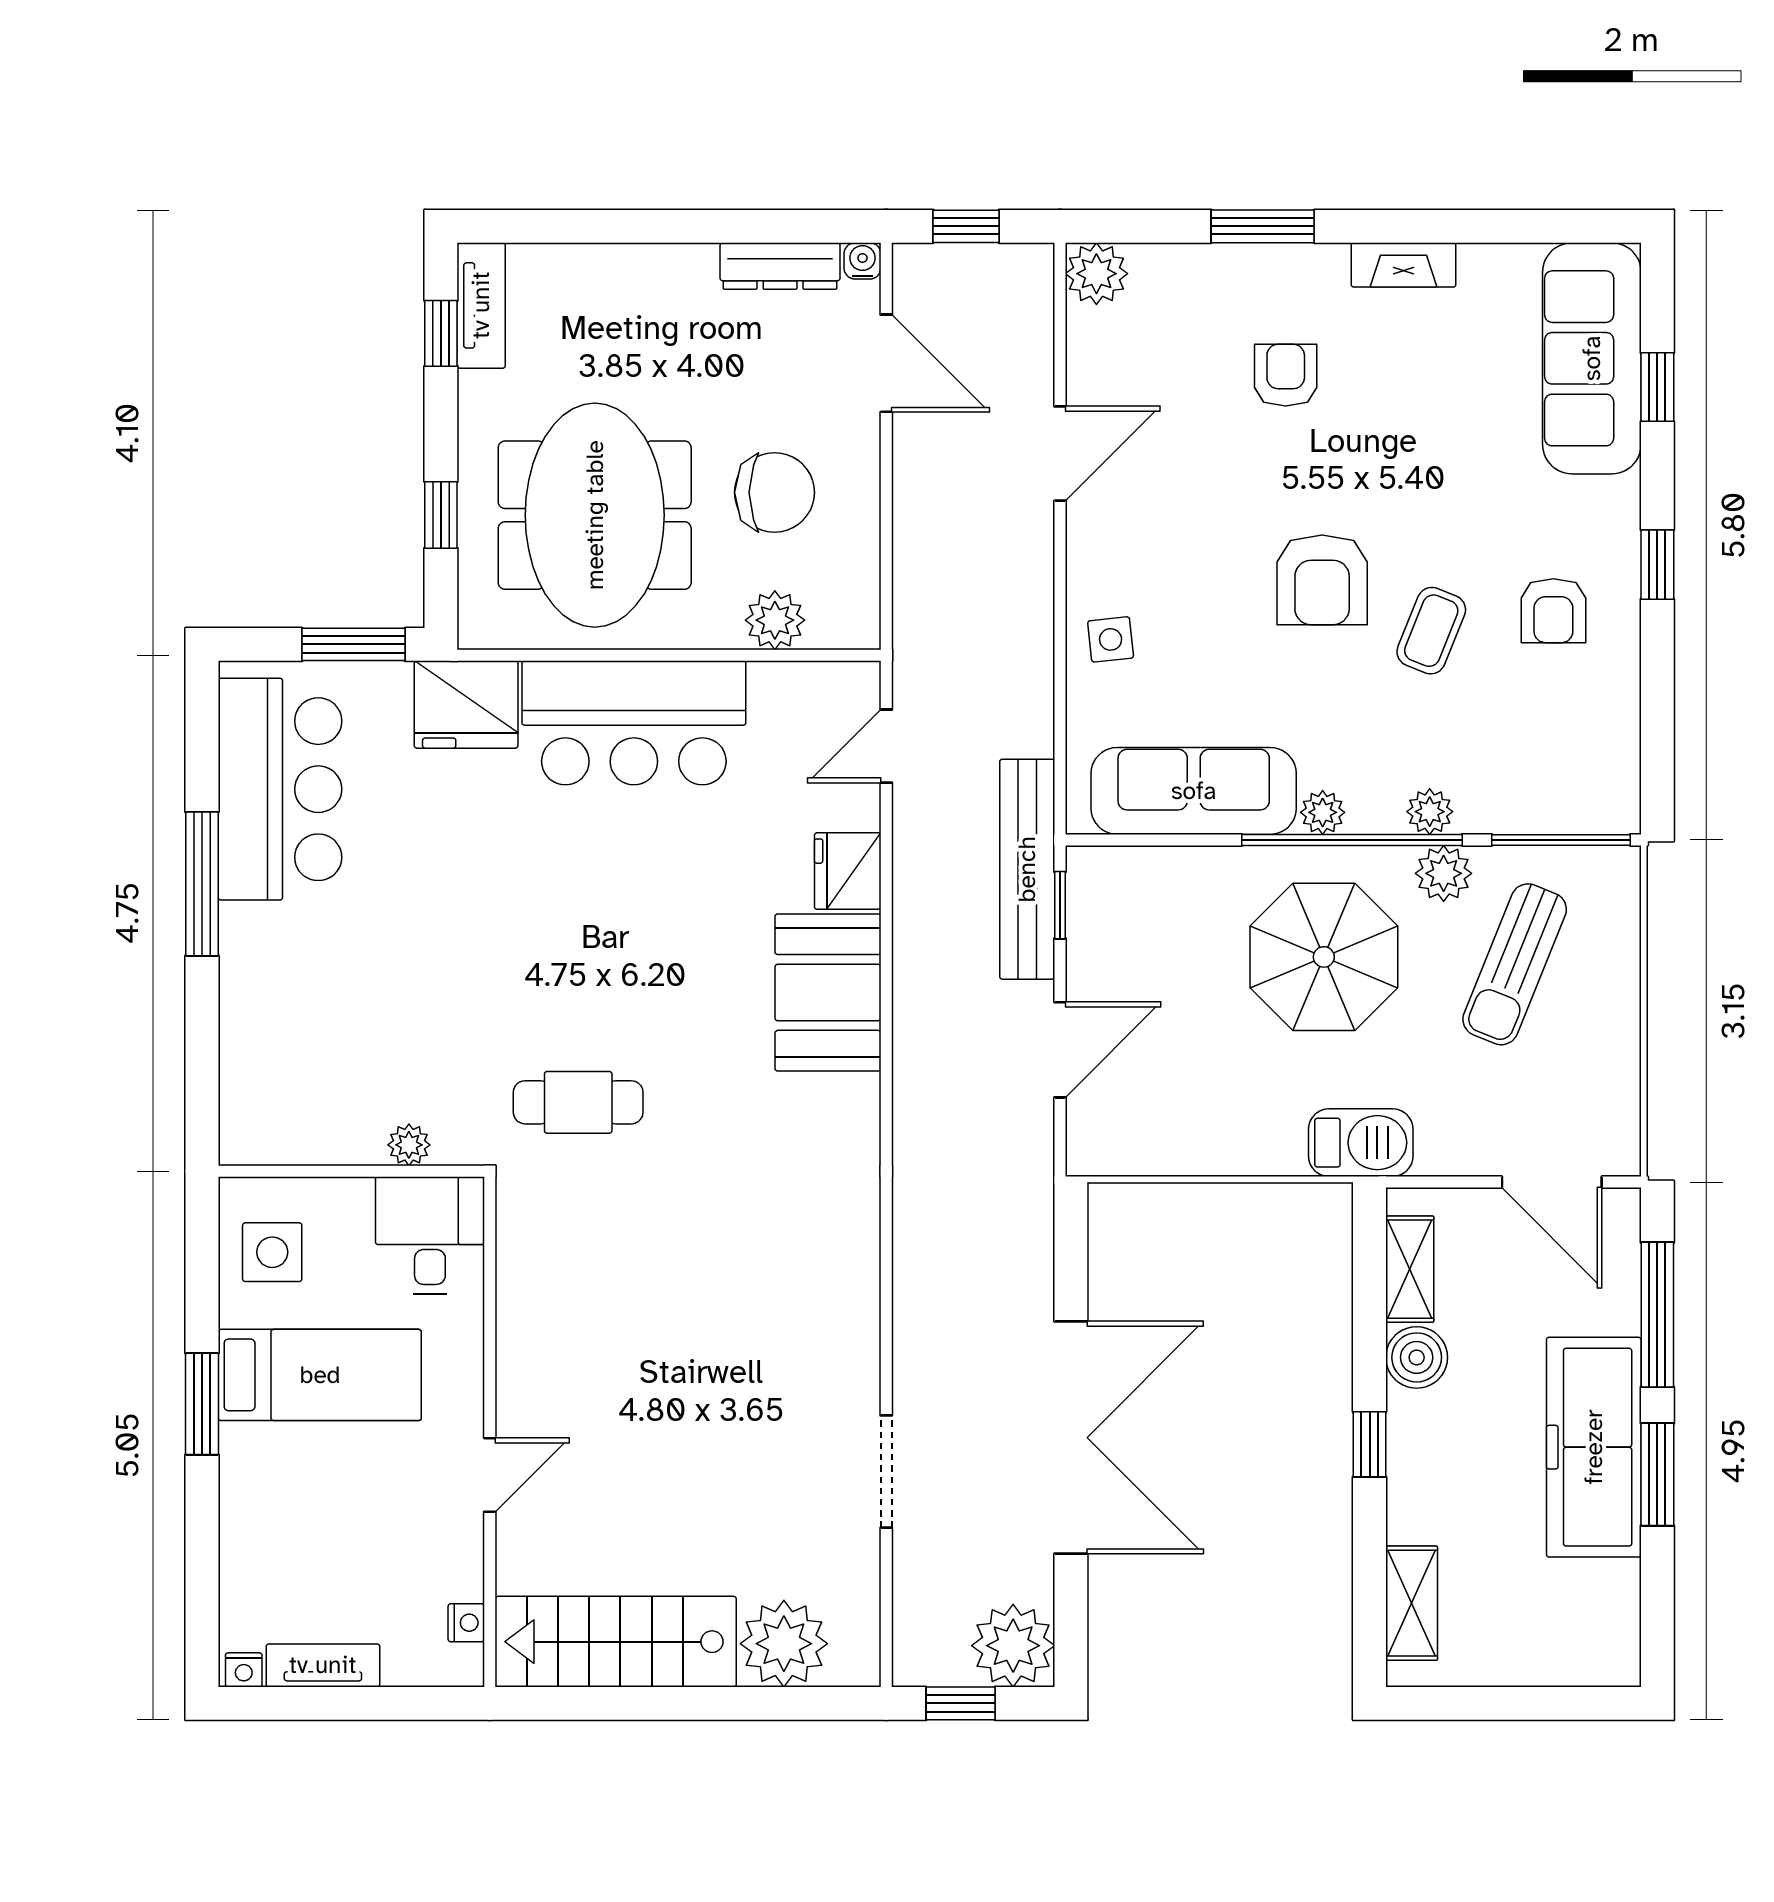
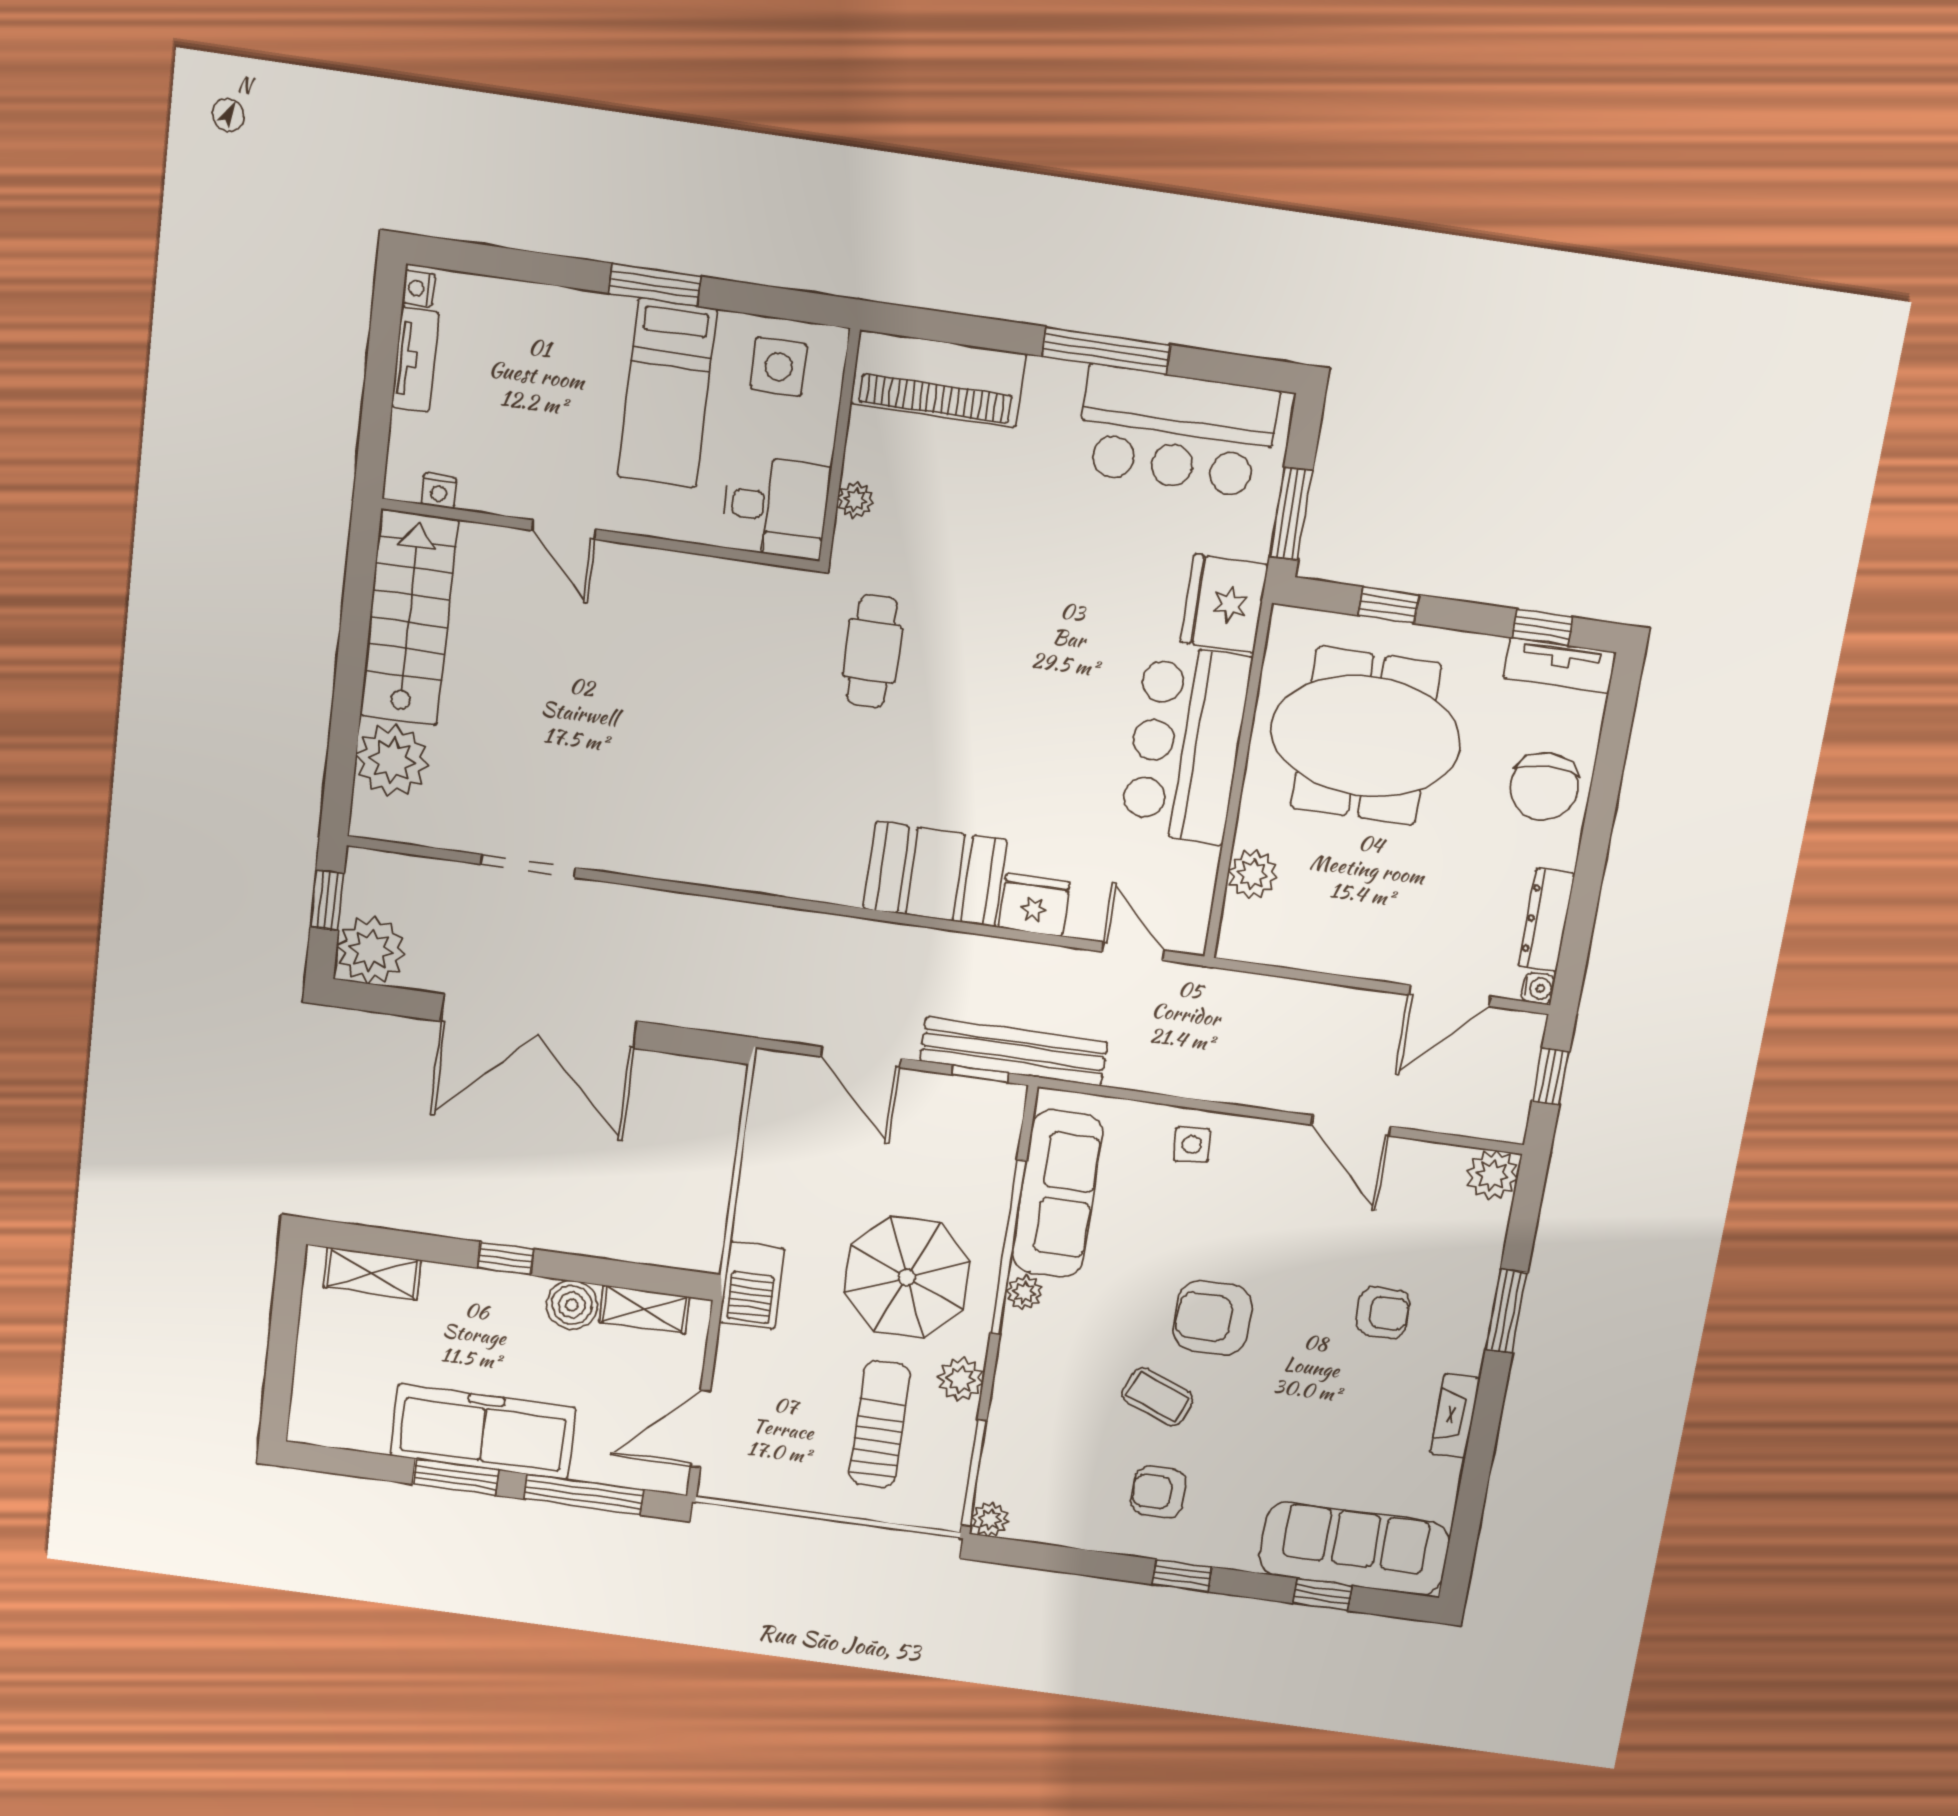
chair: (774, 492) -> (1544, 786), moved
plant: (1430, 812) -> (990, 1519), moved
window: (1352, 840) -> (1008, 1247), moved
sun lounger: (1515, 964) -> (880, 1424), turned 68
piano: (260, 1070) -> (938, 379), added

